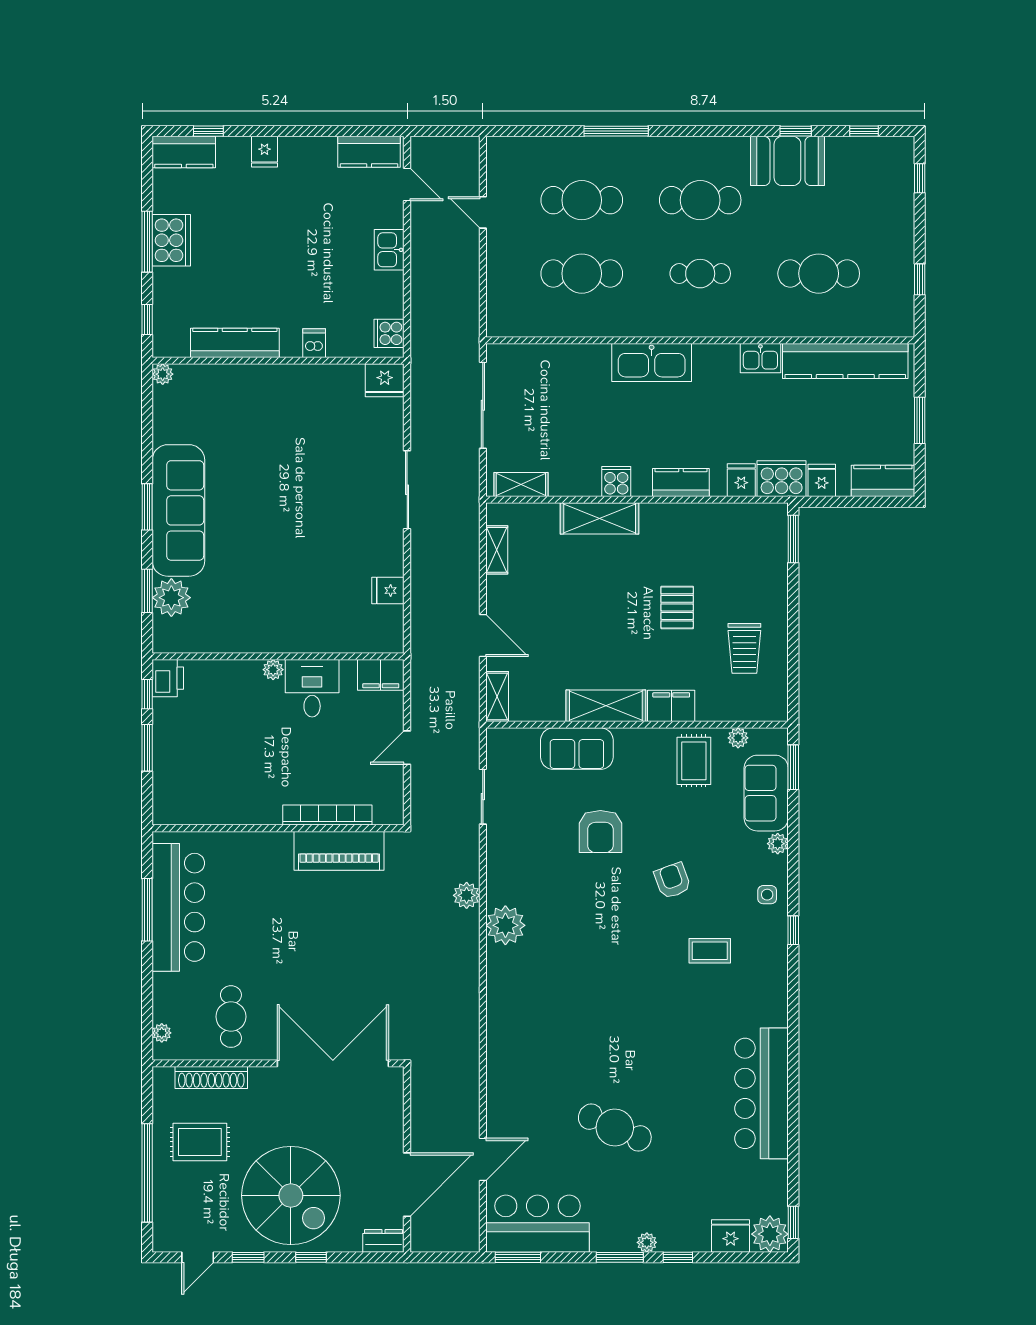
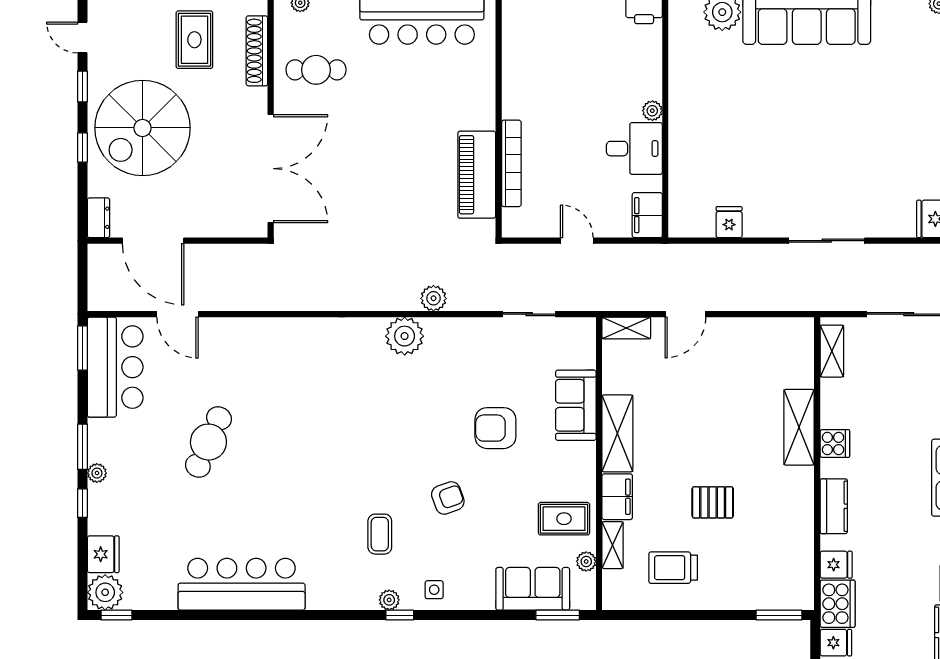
shelving: (497, 550) -> (613, 545), moved, turned 90
plant: (778, 844) -> (389, 600), moved

